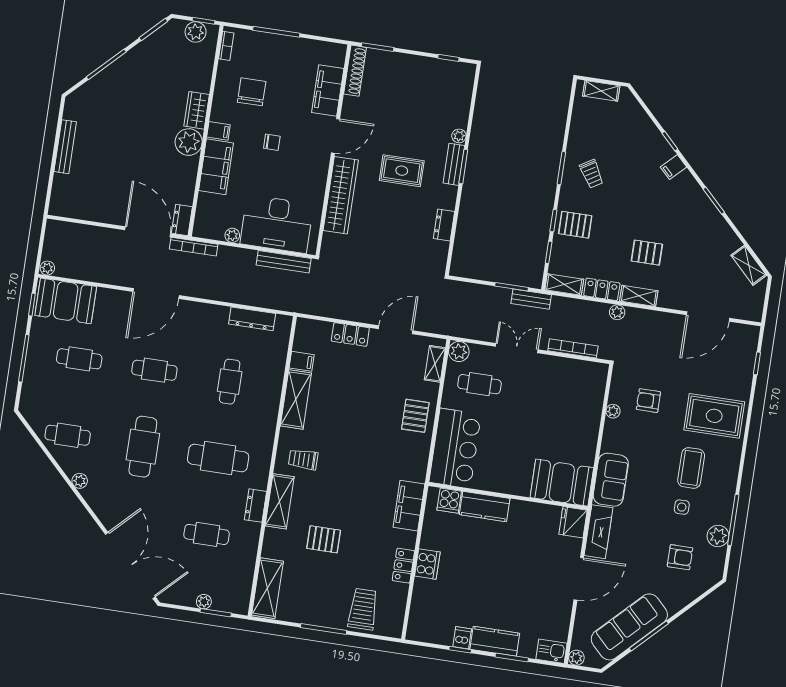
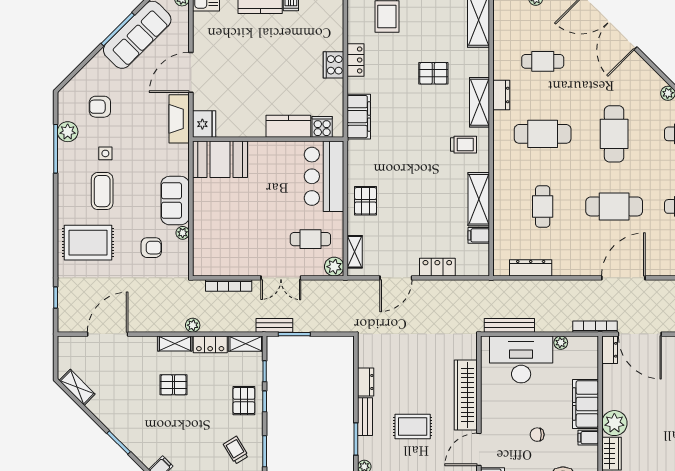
bench: (454, 164) -> (365, 417), moved
pallet: (575, 225) -> (244, 401), turned 90
cafe table: (154, 370) -> (614, 206), width x1.37, depth x1.35
sofa: (611, 480) -> (175, 201), moved

